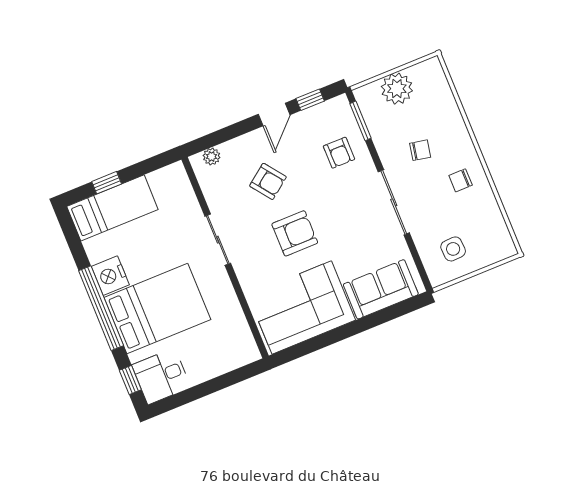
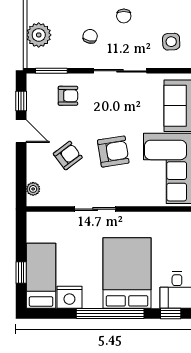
armchair: (295, 233) -> (113, 151), turned 81
nightstand: (110, 276) -> (69, 297), moved

